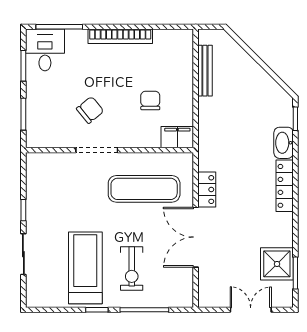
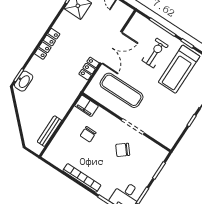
washbasin: (284, 143) -> (24, 81), moved

